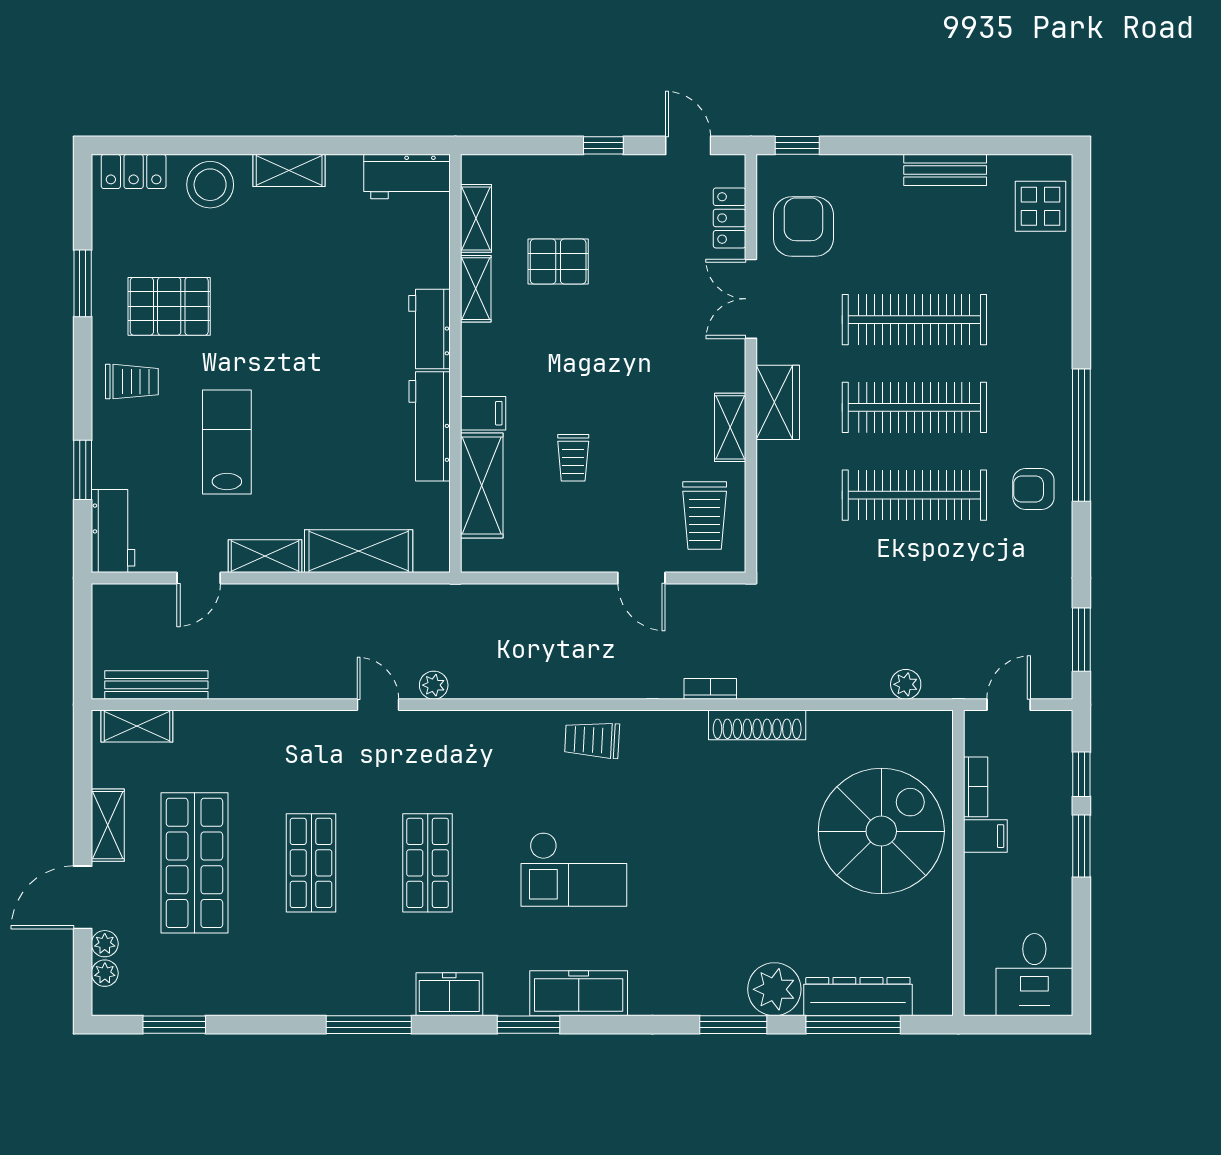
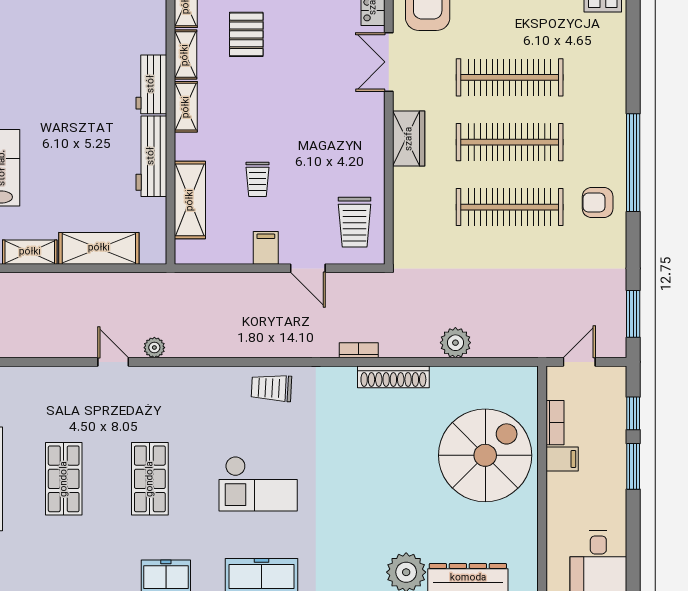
pallet: (558, 261) -> (246, 34), turned 90
filing cabinet: (483, 413) -> (266, 248), moved, turned -90
shelving: (730, 427) -> (186, 107), moved
plant: (906, 684) -> (455, 343), moved, width x1.38, depth x1.38

